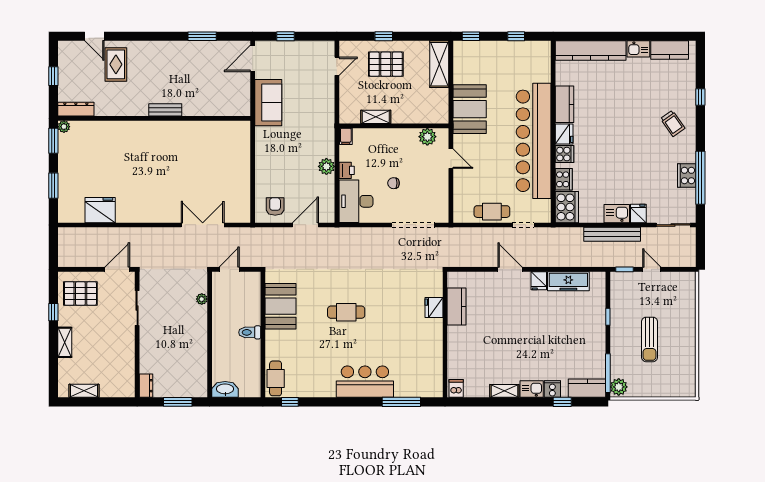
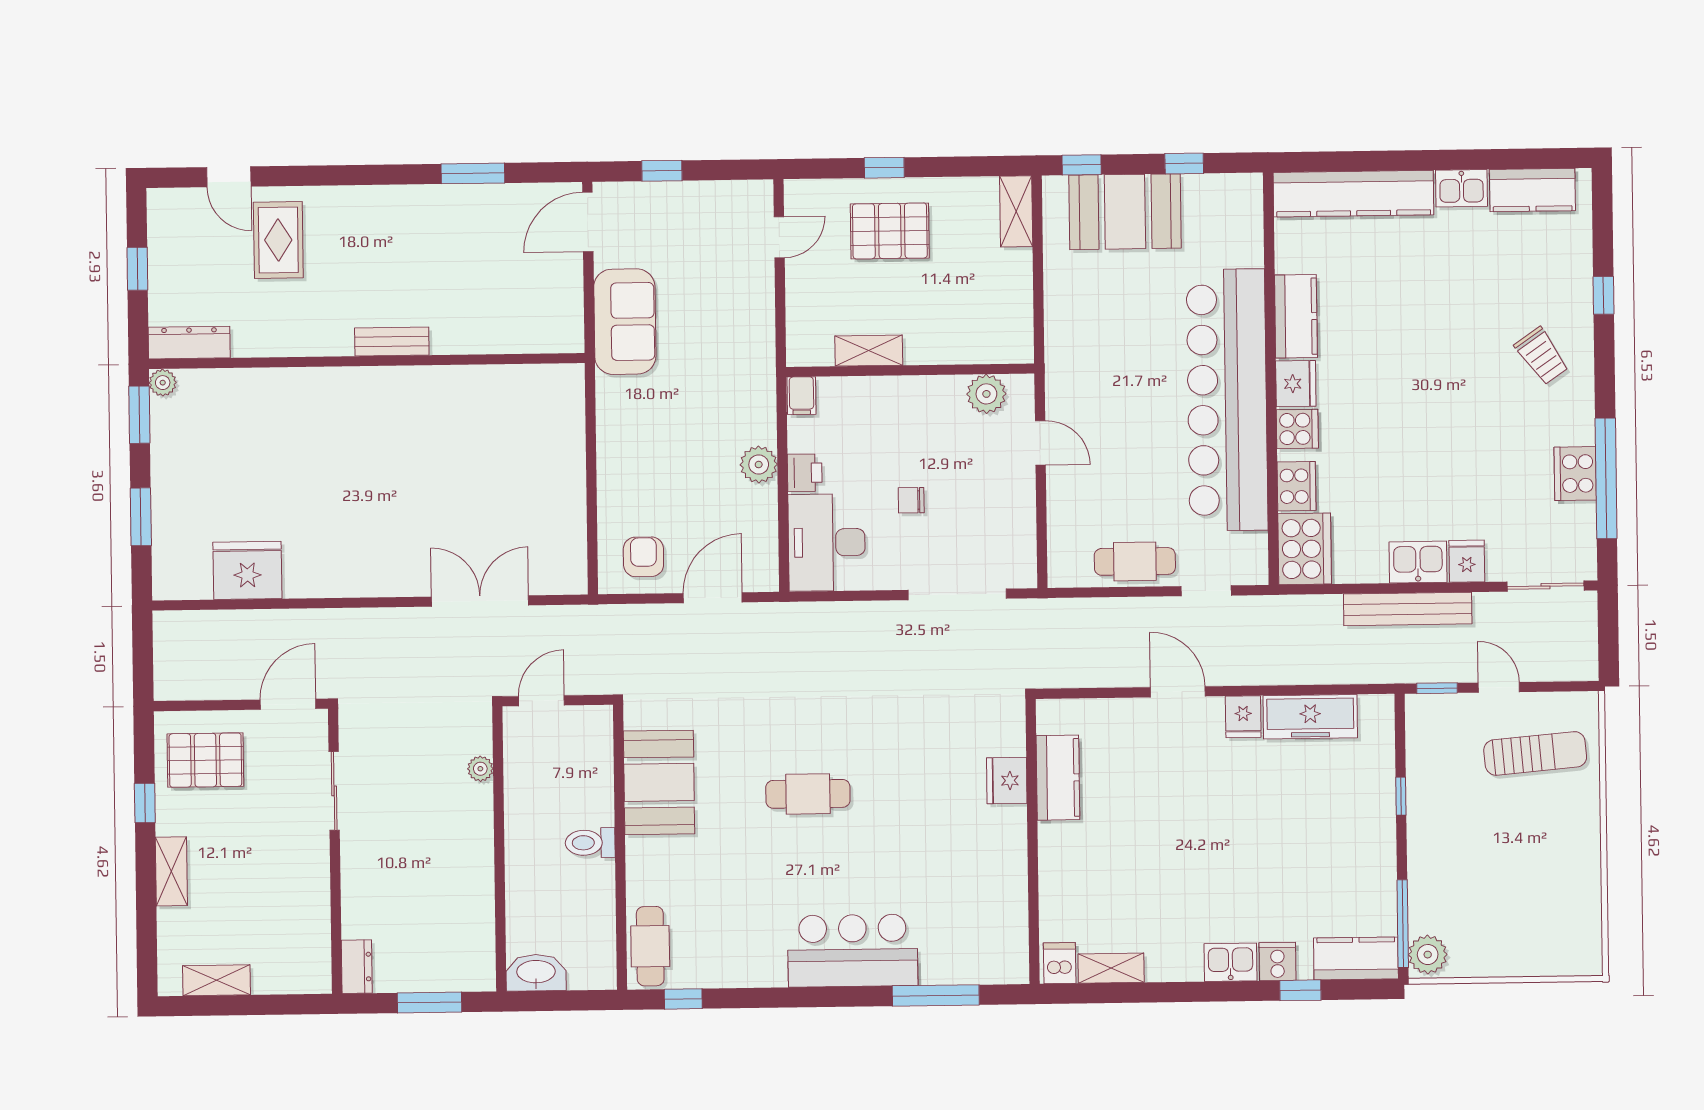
shelving: (439, 64) -> (1016, 211), width x0.67, depth x0.75
booth: (470, 109) -> (1125, 212), moved, turned 90
sun lounger: (650, 339) -> (1535, 753), moved, turned -95
shelving: (504, 391) -> (1111, 968), moved

